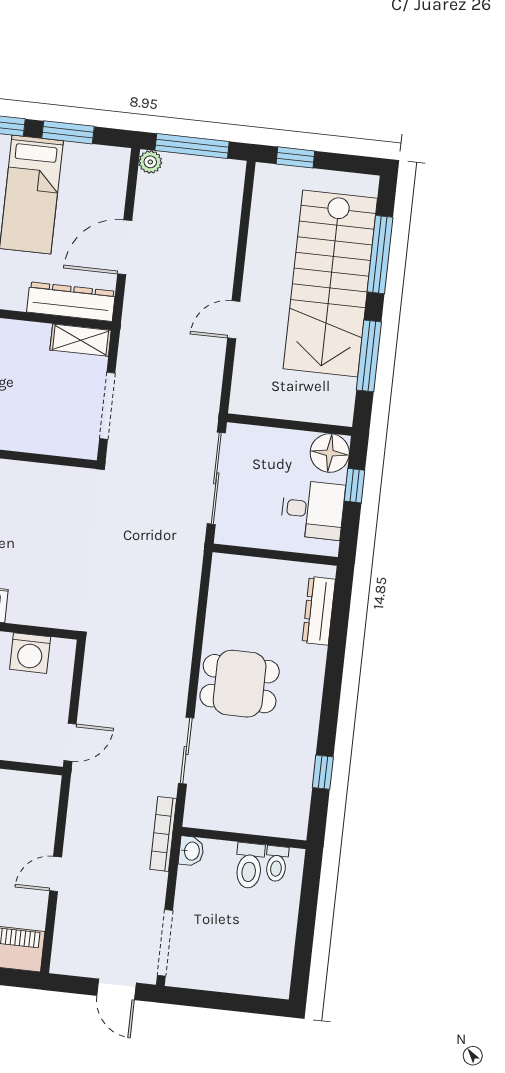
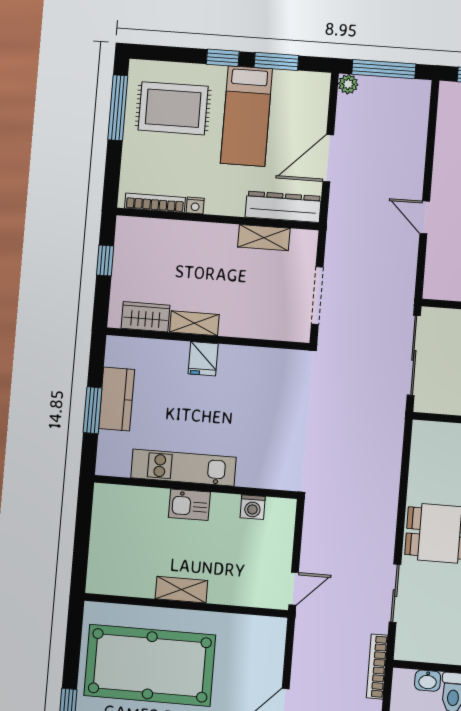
door: (234, 320) -> (425, 217), hinge flipped
shelving: (81, 340) -> (264, 238), moved
washing machine: (30, 653) -> (253, 507), width x0.73, depth x0.73
washbasin: (191, 851) -> (428, 681), moved, turned 90

